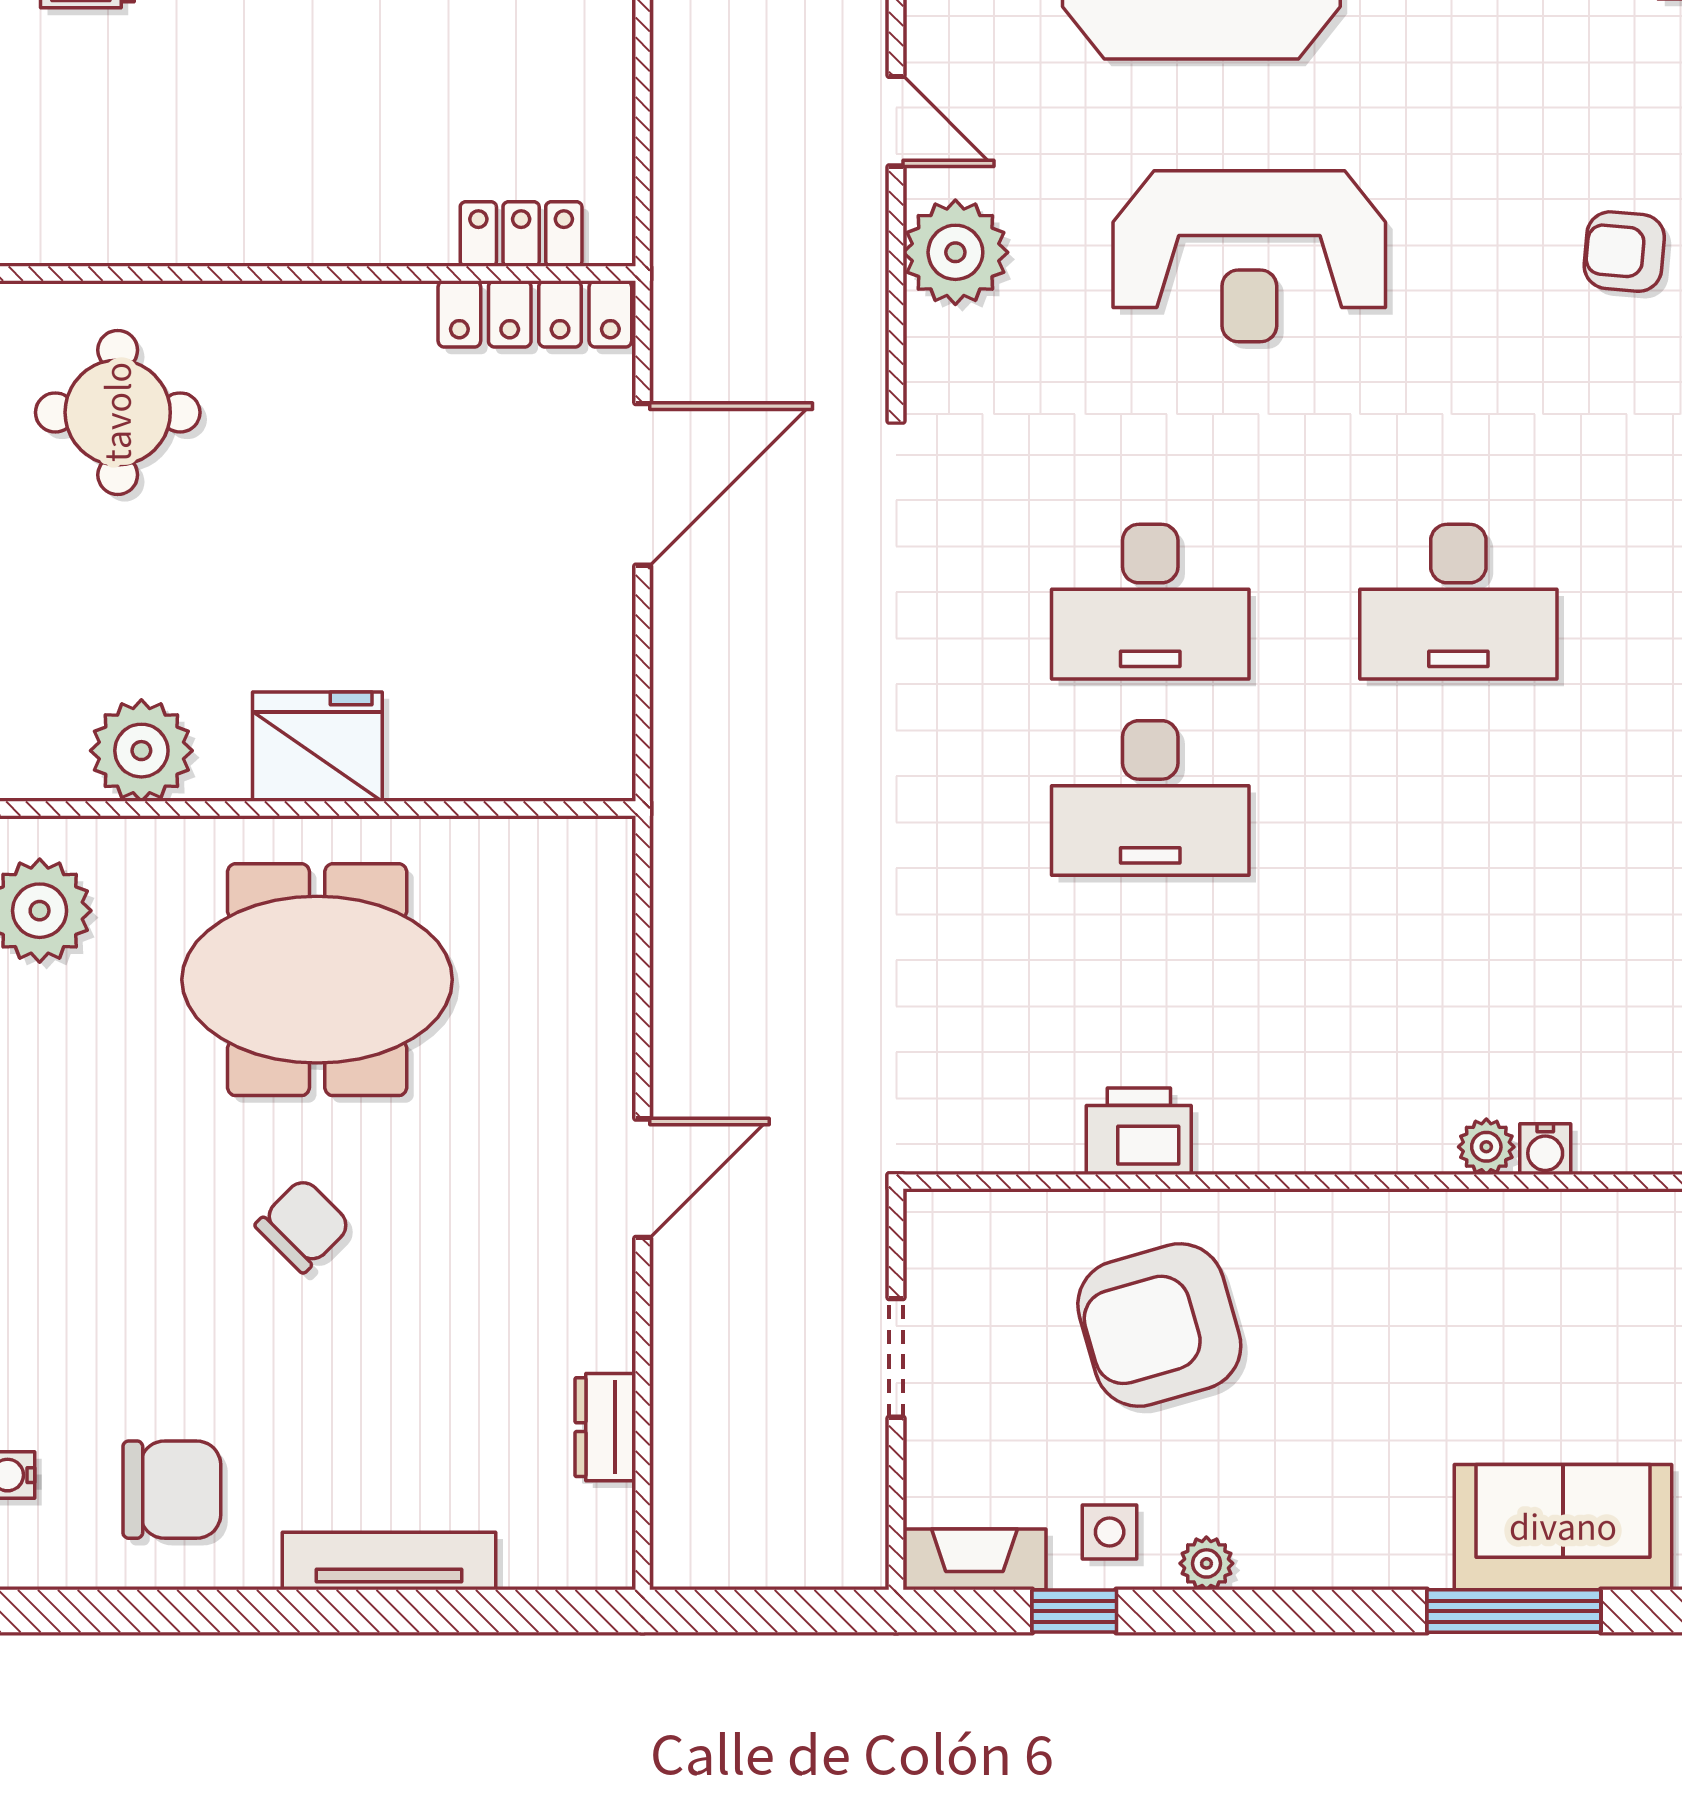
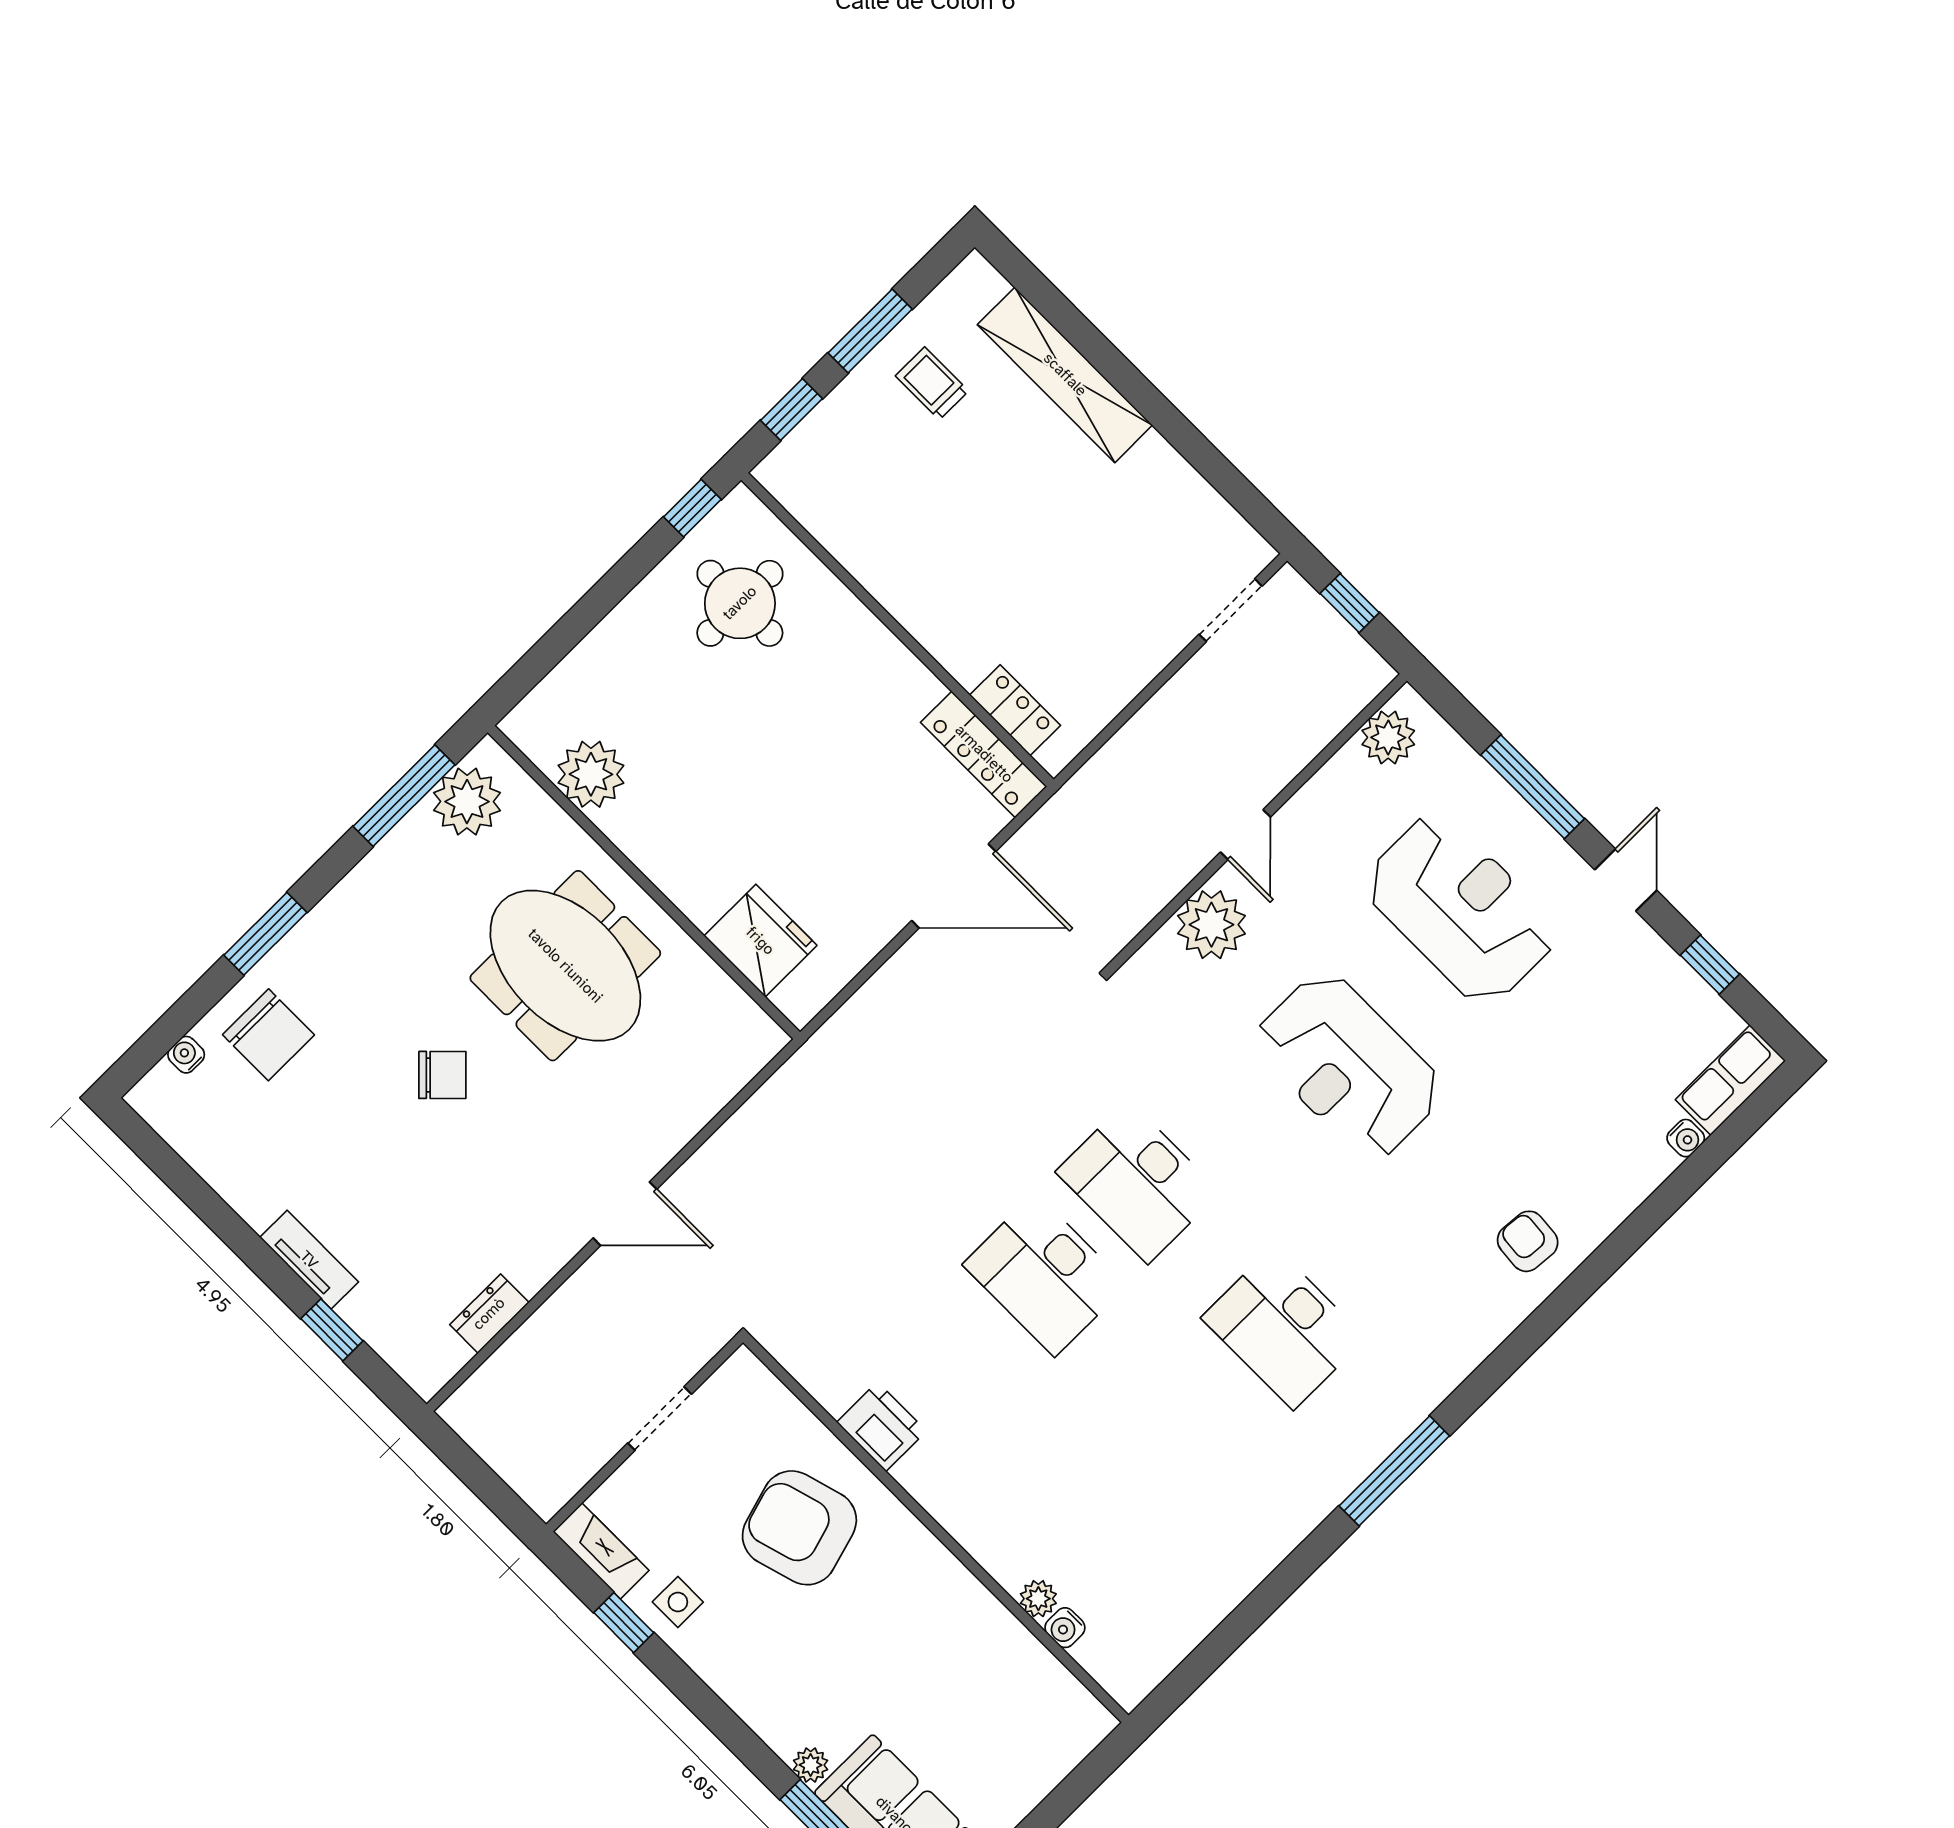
fridge: (317, 747) -> (760, 941), moved
chair: (172, 1490) -> (268, 1035), moved
tv unit: (389, 1561) -> (309, 1260), width x0.71
plant: (1206, 1563) -> (811, 1765), moved
window: (456, 1611) -> (332, 1330), added

